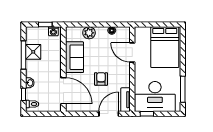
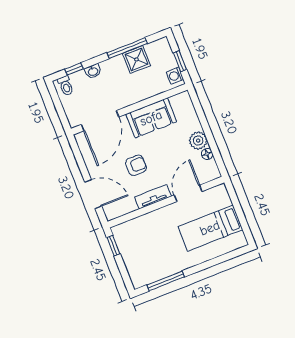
plant: (89, 33) -> (198, 141), moved
bed: (165, 47) -> (210, 228), width x0.67
desk: (155, 97) -> (141, 247), removed
tv unit: (126, 100) -> (153, 197), moved

